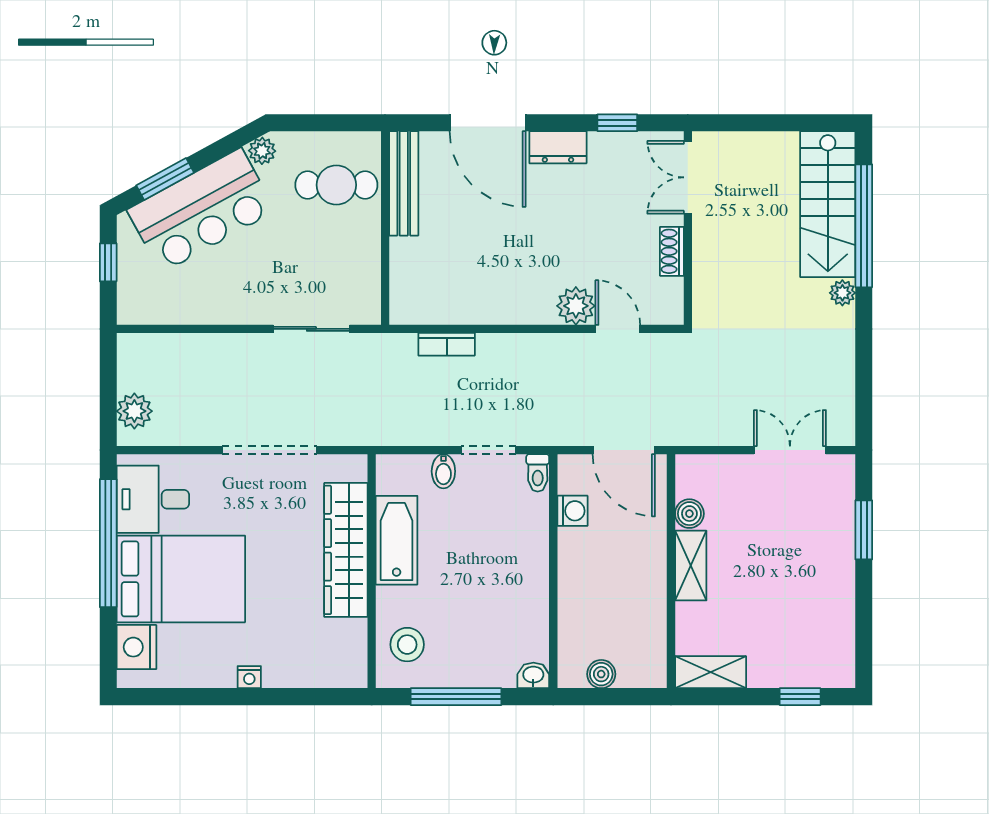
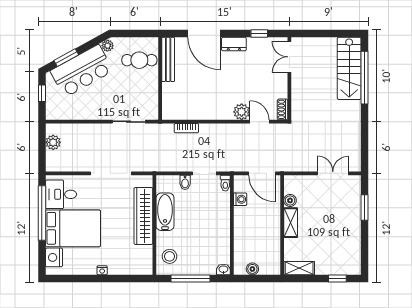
shoe rack: (672, 251) -> (283, 109), moved
plant: (842, 293) -> (355, 106), removed
plant: (134, 411) -> (53, 142), moved

